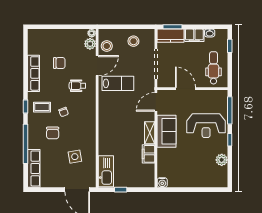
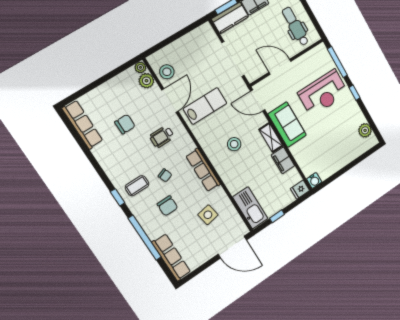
stool: (133, 41) -> (234, 144), moved
row of seats: (34, 73) -> (83, 125), moved
door: (156, 102) -> (258, 101), hinge flipped
row of seats: (90, 125) -> (203, 170), added
plant: (222, 160) -> (365, 130), moved
fridge: (148, 182) -> (300, 190), added

